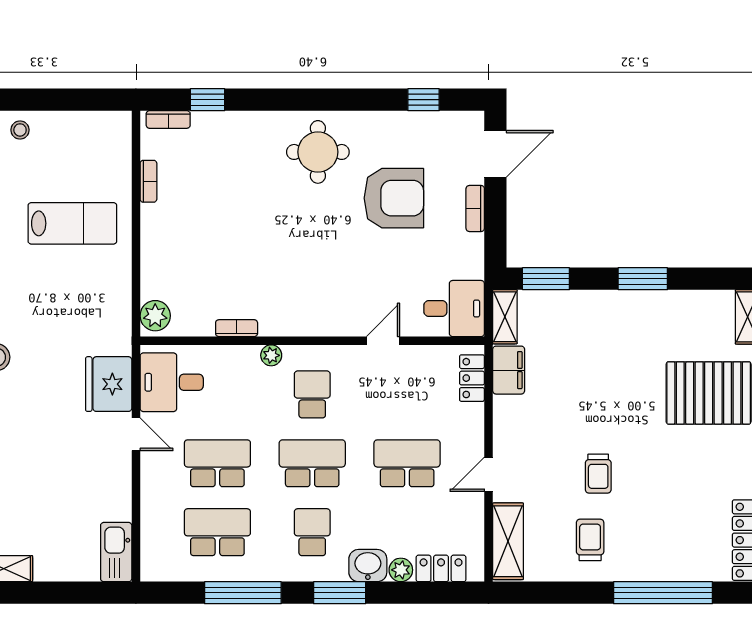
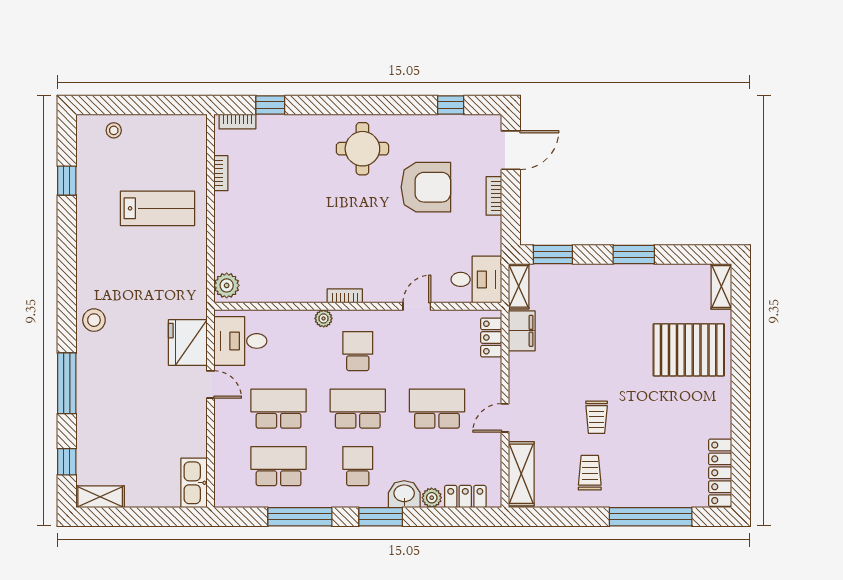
bookcase: (237, 328) -> (345, 296), moved

